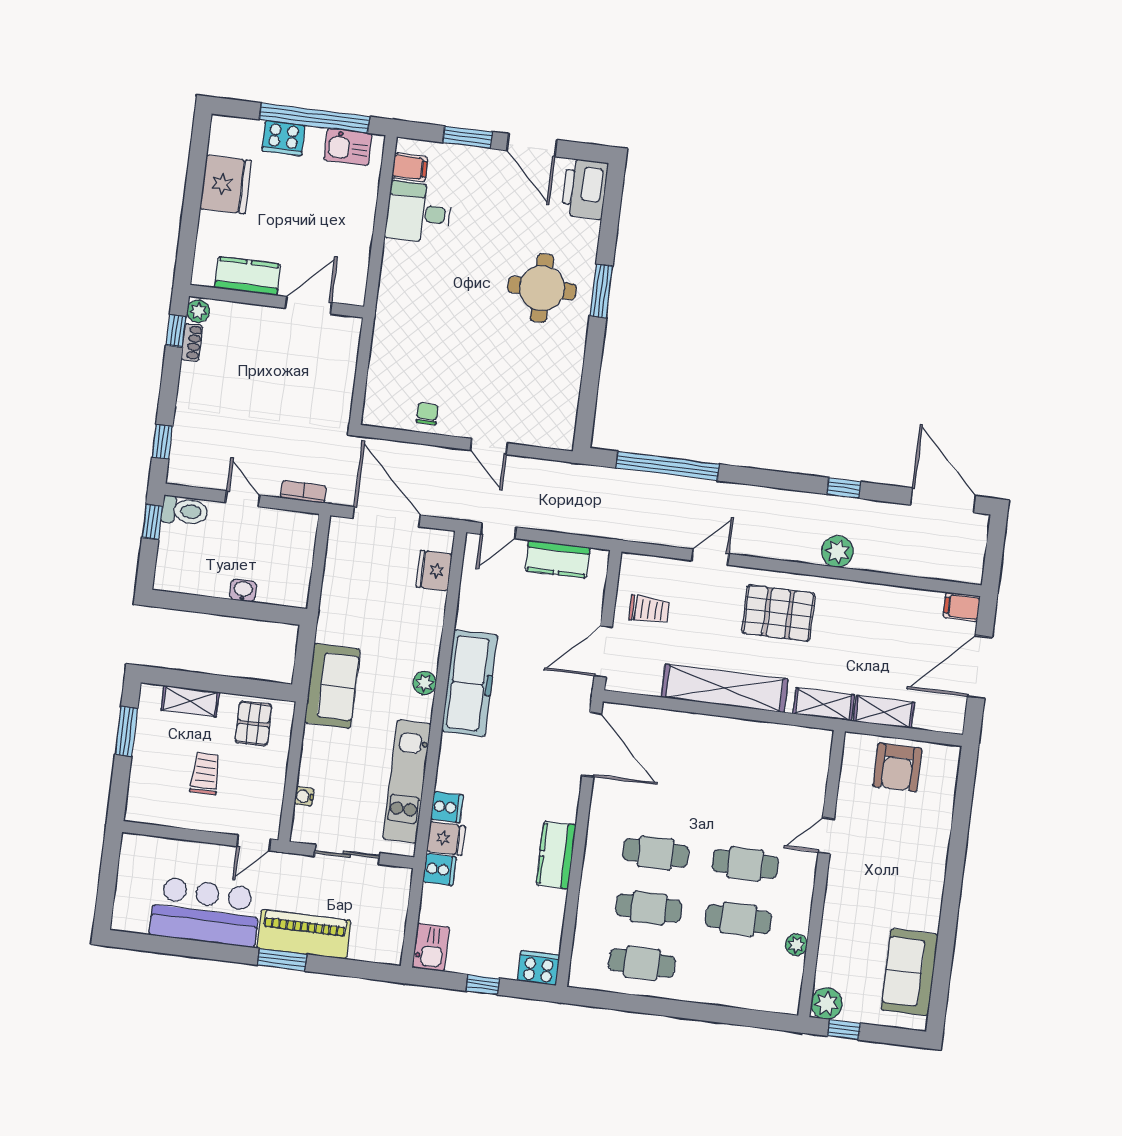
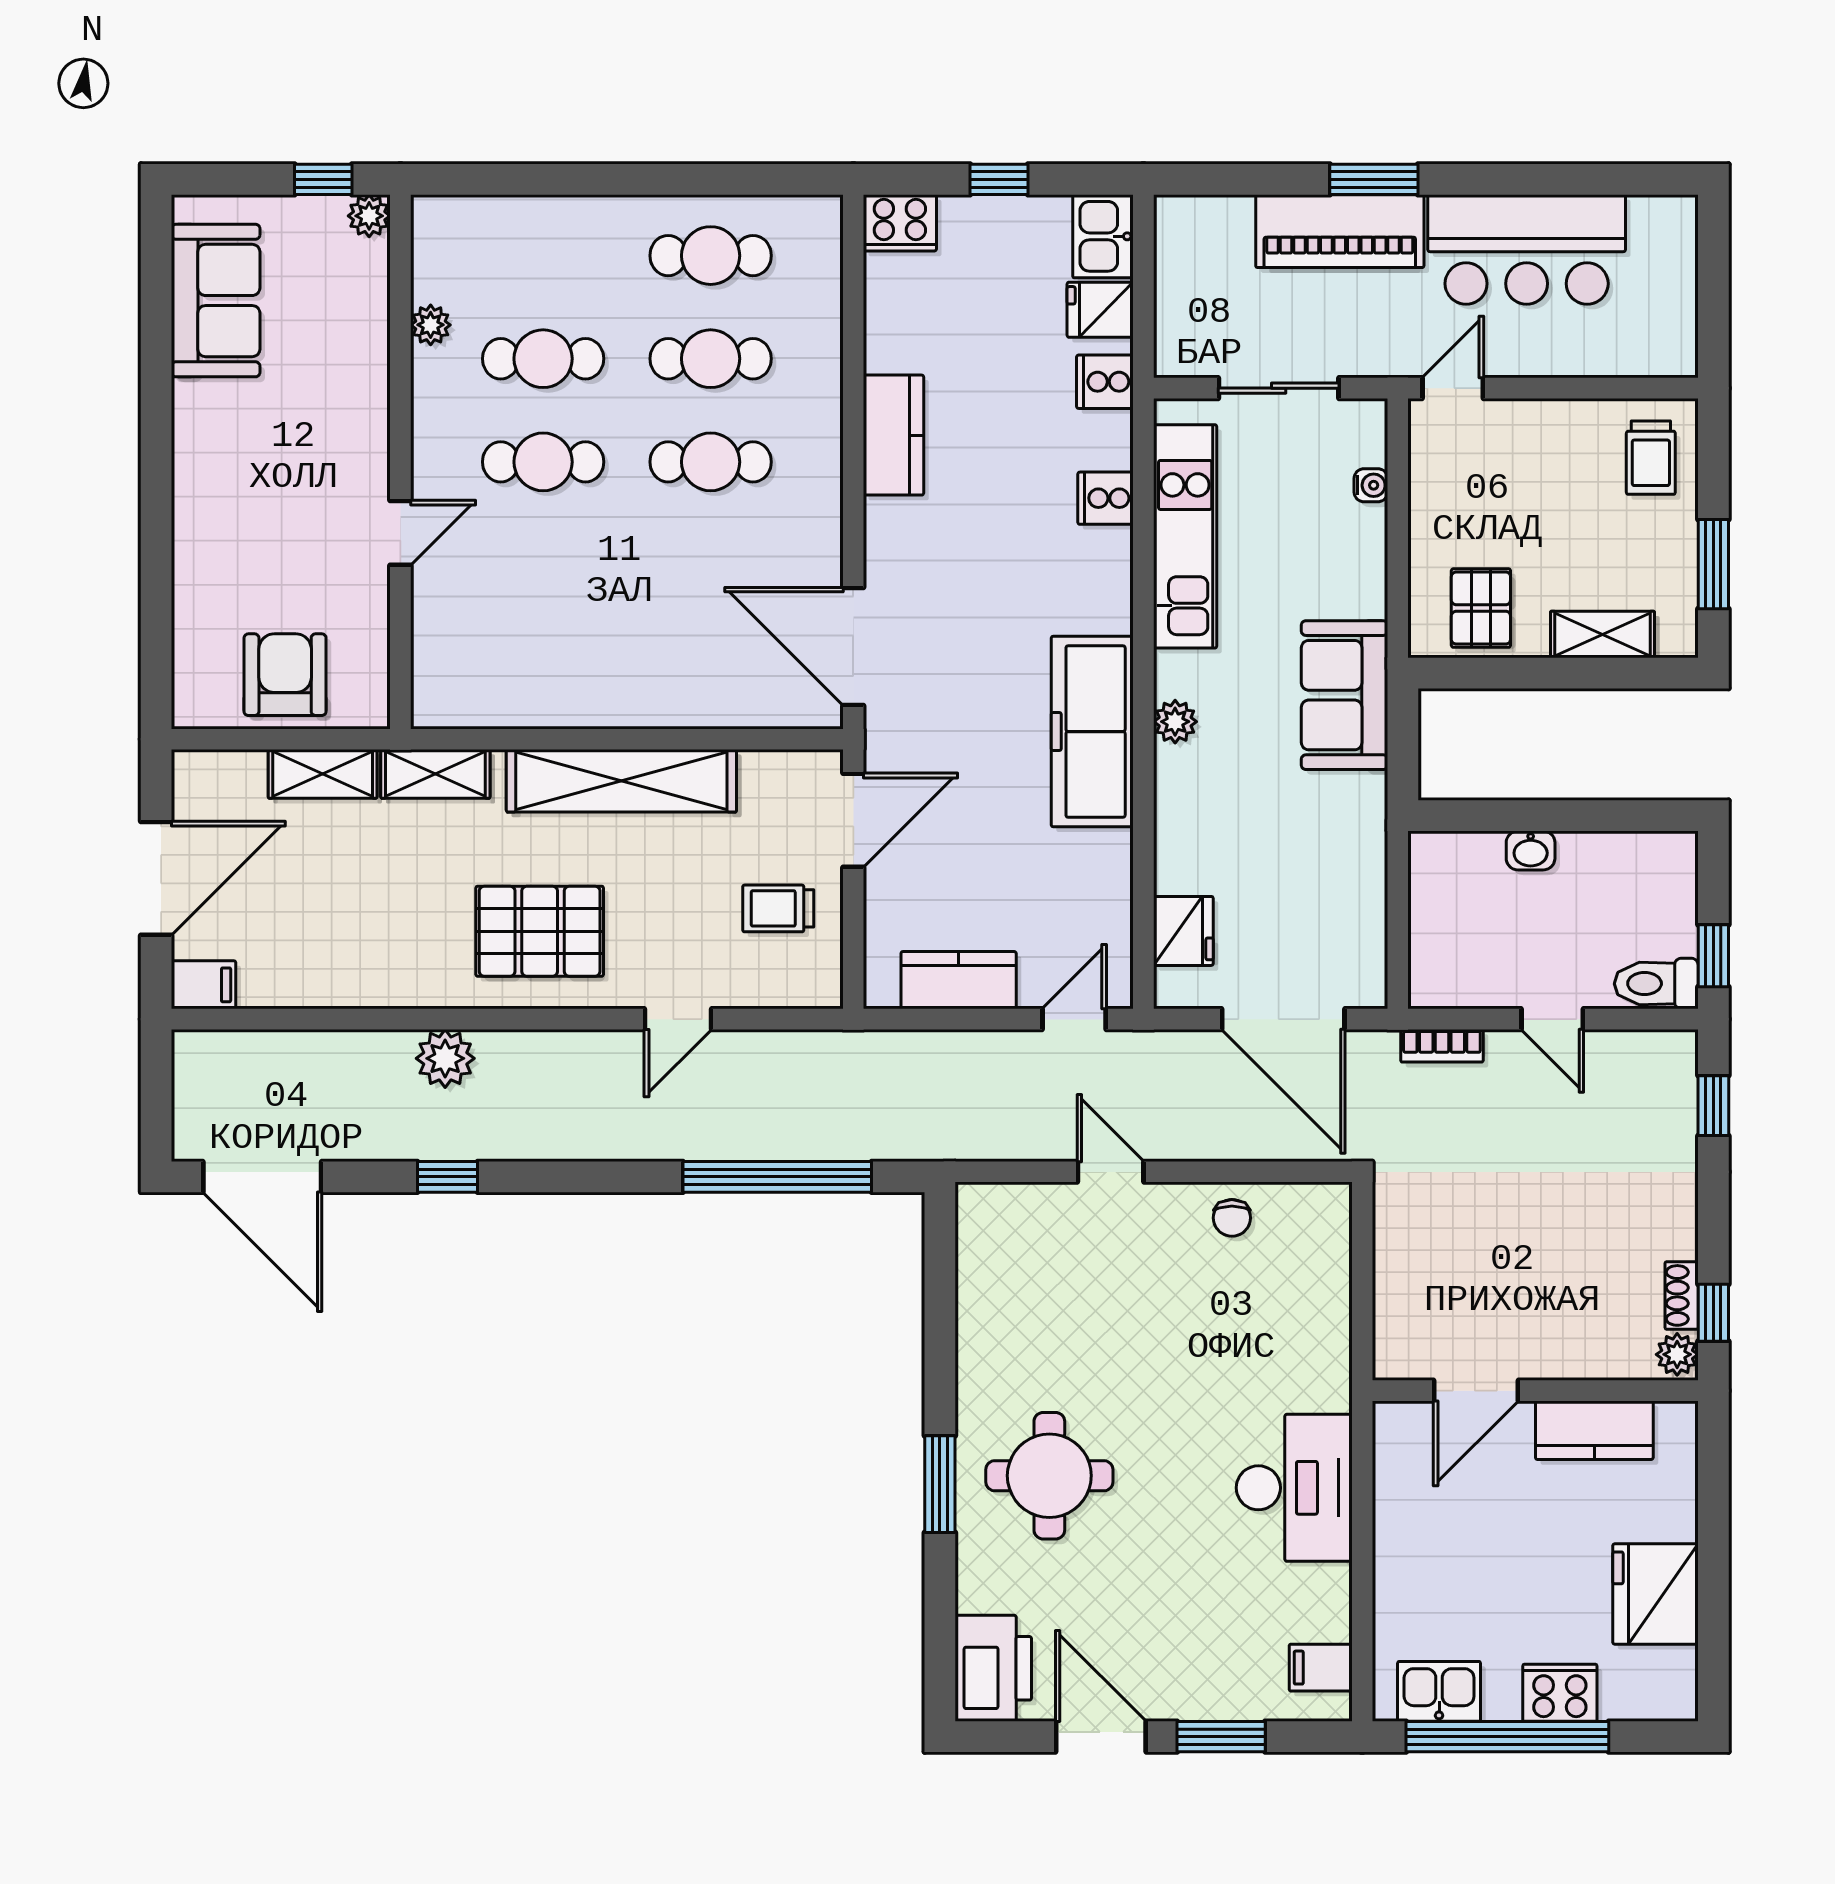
desk: (418, 213) -> (1294, 1488), moved, width x1.37
trolley: (205, 774) -> (1651, 458), moved
fridge: (446, 838) -> (1100, 310), moved
plant: (827, 1003) -> (369, 216), width x0.73, depth x0.73

